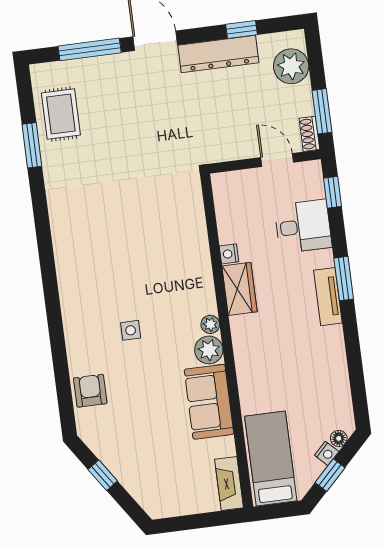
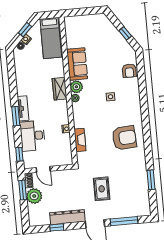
plant: (291, 66) -> (34, 196), moved
rug: (61, 114) -> (102, 189), moved
desk: (303, 226) -> (33, 136), width x1.37
armchair: (96, 238) -> (124, 138), added
wardrobe: (239, 289) -> (60, 89), moved
fireplace: (229, 484) -> (80, 140), moved

